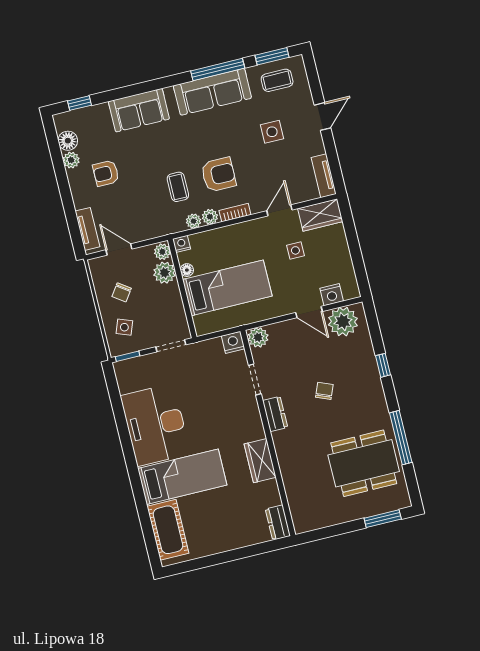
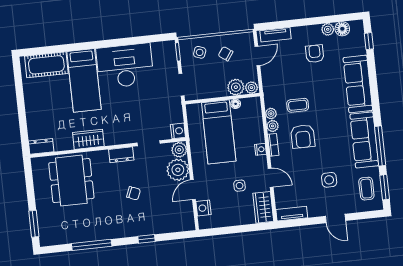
sofa: (139, 110) -> (358, 84), width x1.36
nightstand: (182, 244) -> (260, 149), moved
plant: (343, 322) -> (178, 170), moved
dining table: (364, 463) -> (71, 181), moved

